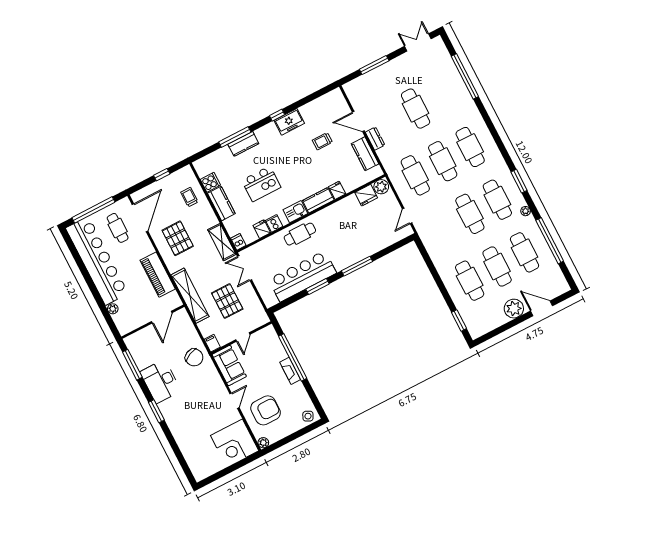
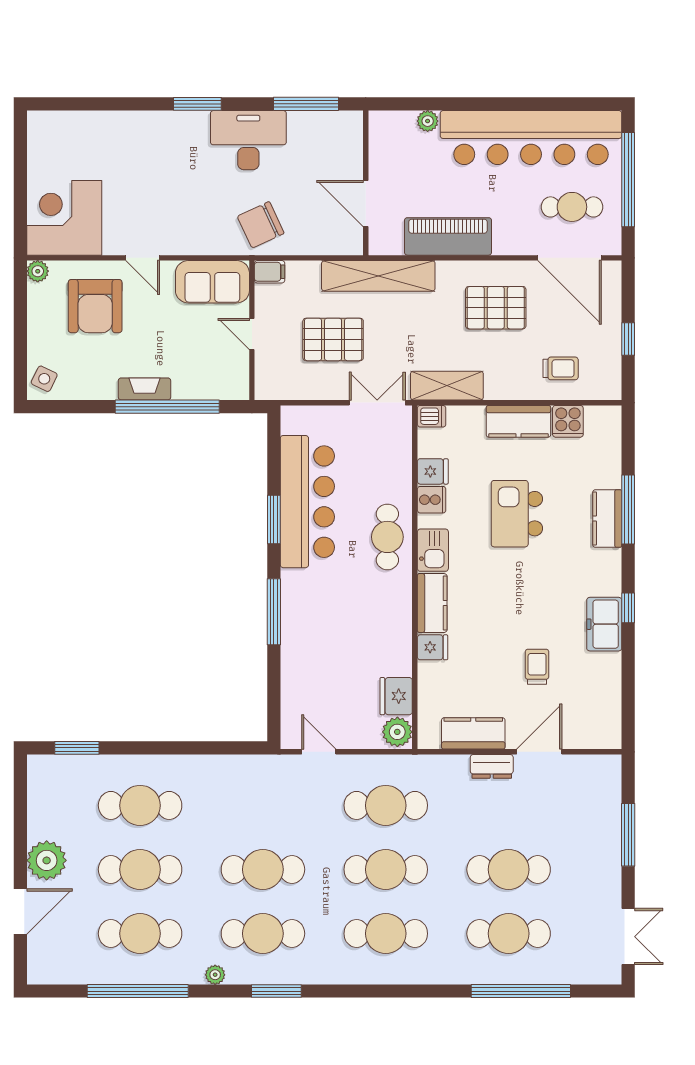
cafe table: (443, 94) -> (509, 934), added

